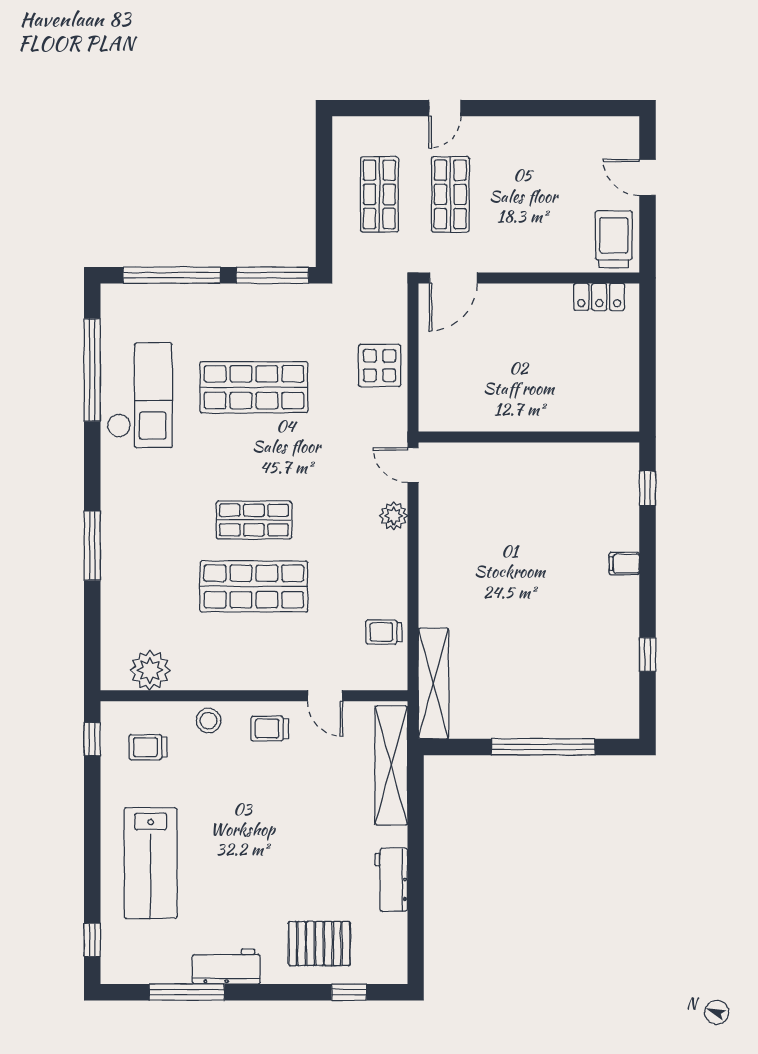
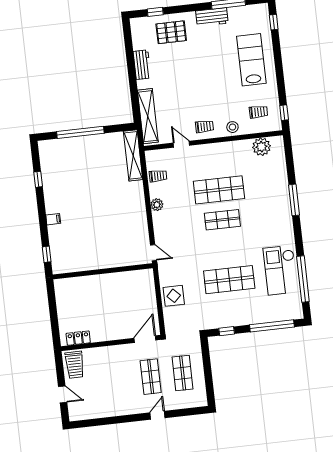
window: (272, 275) -> (227, 331), width x0.46
plant: (394, 516) -> (157, 205), moved

